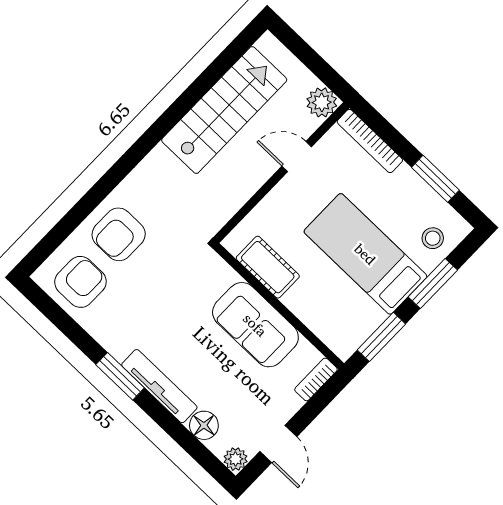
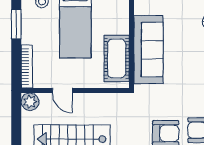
cot: (268, 267) -> (117, 58), width x1.37, depth x1.34
sofa: (255, 325) -> (148, 50), width x1.36

